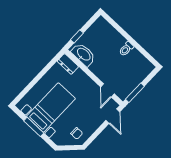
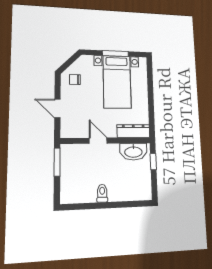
dresser: (68, 64) -> (133, 131), width x1.44
door: (107, 90) -> (98, 141), moved
door: (113, 116) -> (57, 108), moved

